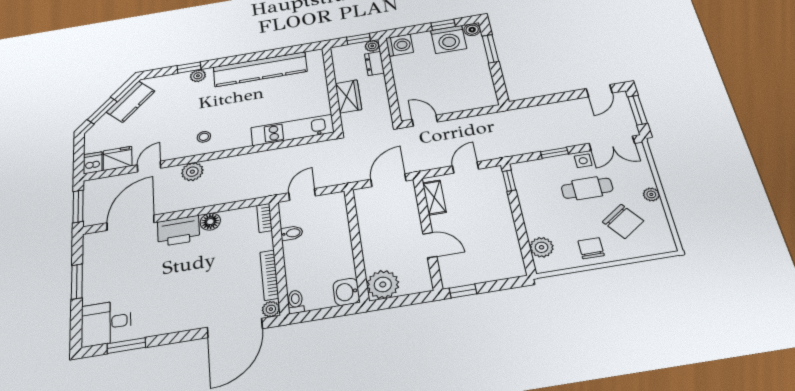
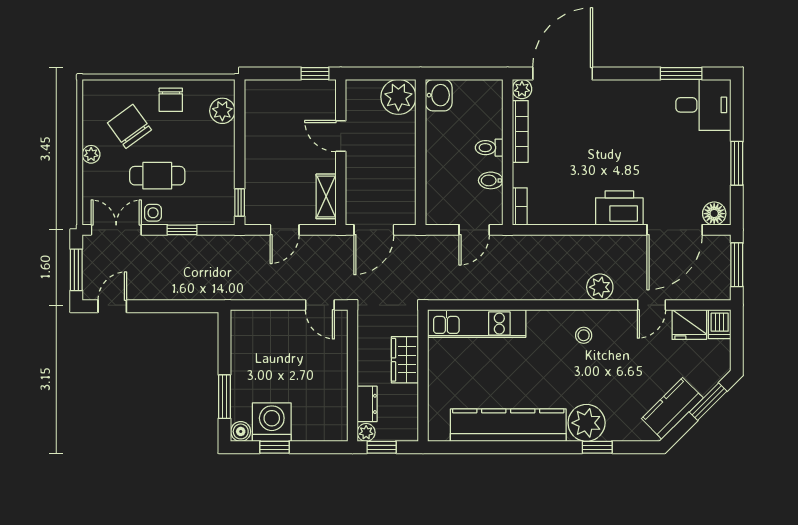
washing machine: (400, 45) -> (333, 426), removed
plant: (198, 76) -> (587, 423), width x1.87, depth x1.87
floor lamp: (210, 222) -> (714, 214), moved
toilet: (296, 302) -> (489, 148), moved, turned 90

